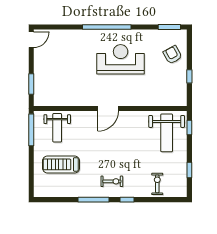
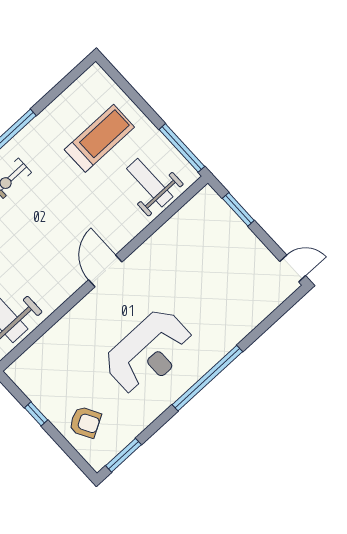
door: (31, 40) -> (293, 268), swing flipped

